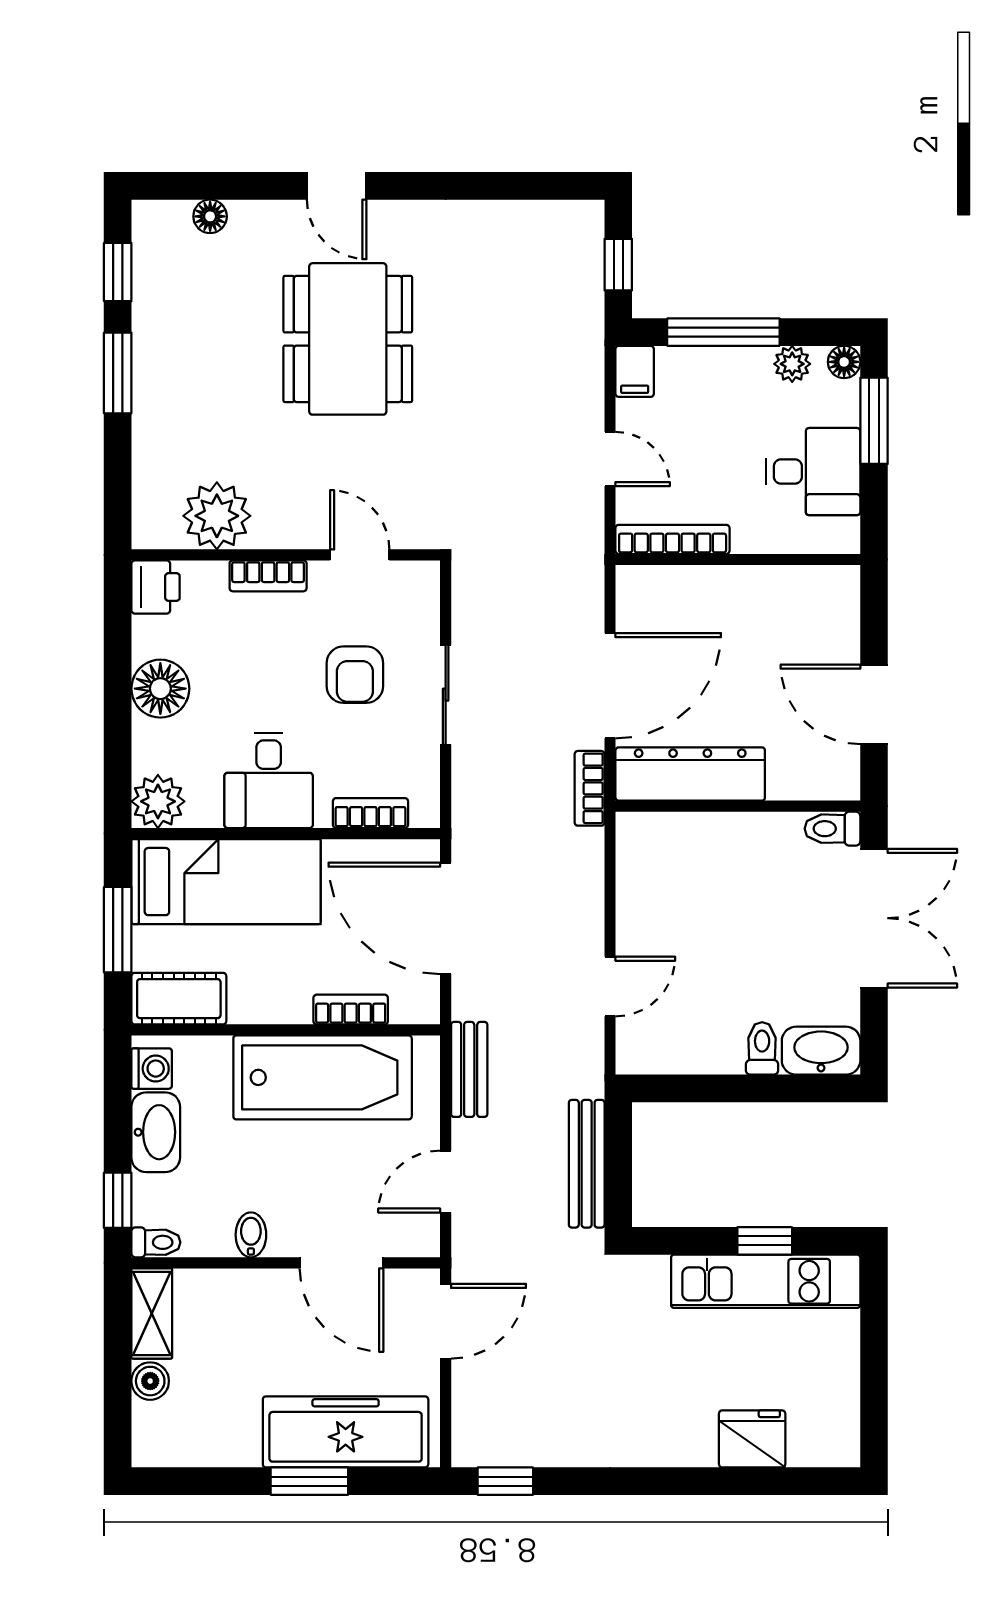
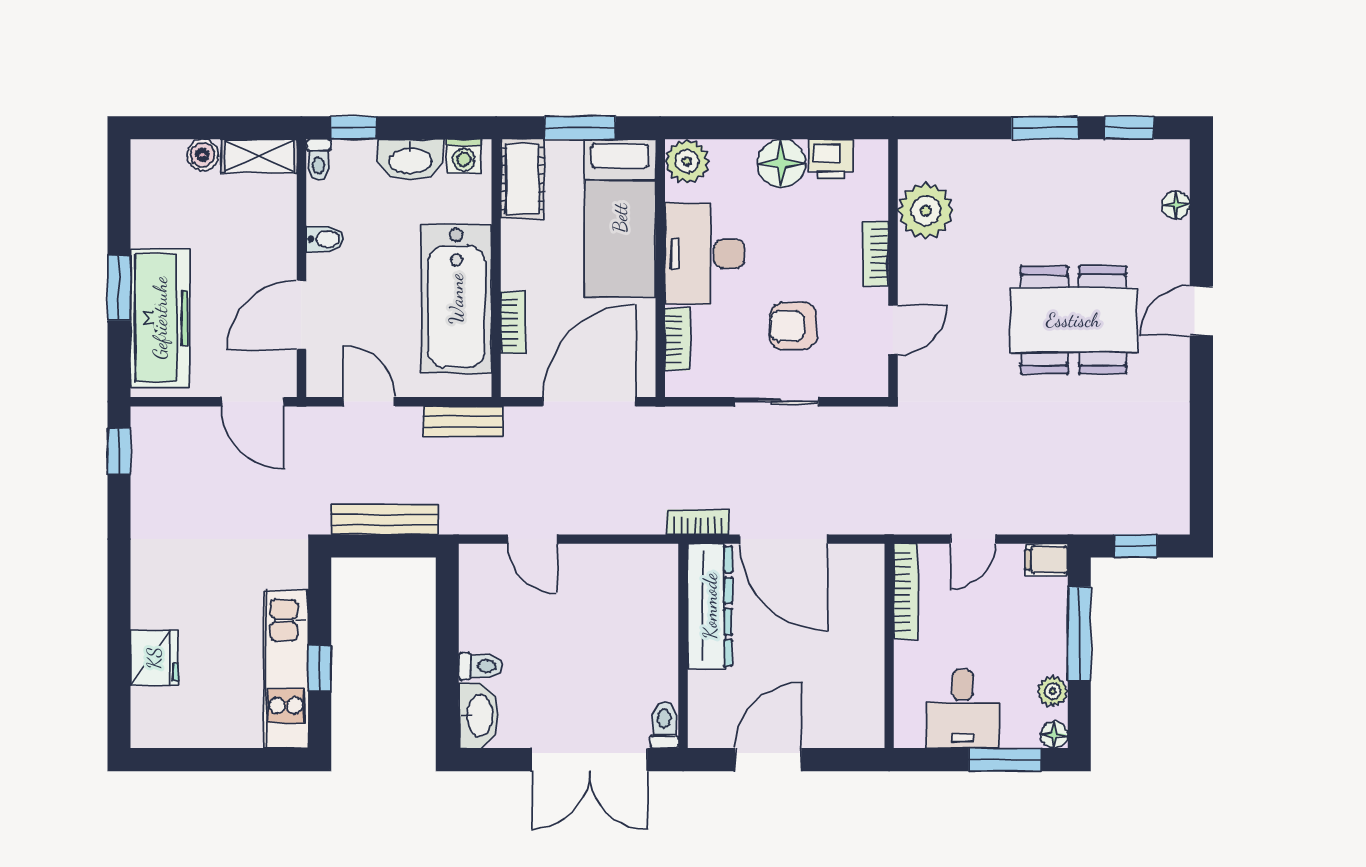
printer: (156, 587) -> (831, 159), moved
desk: (269, 780) -> (705, 254), width x1.37

